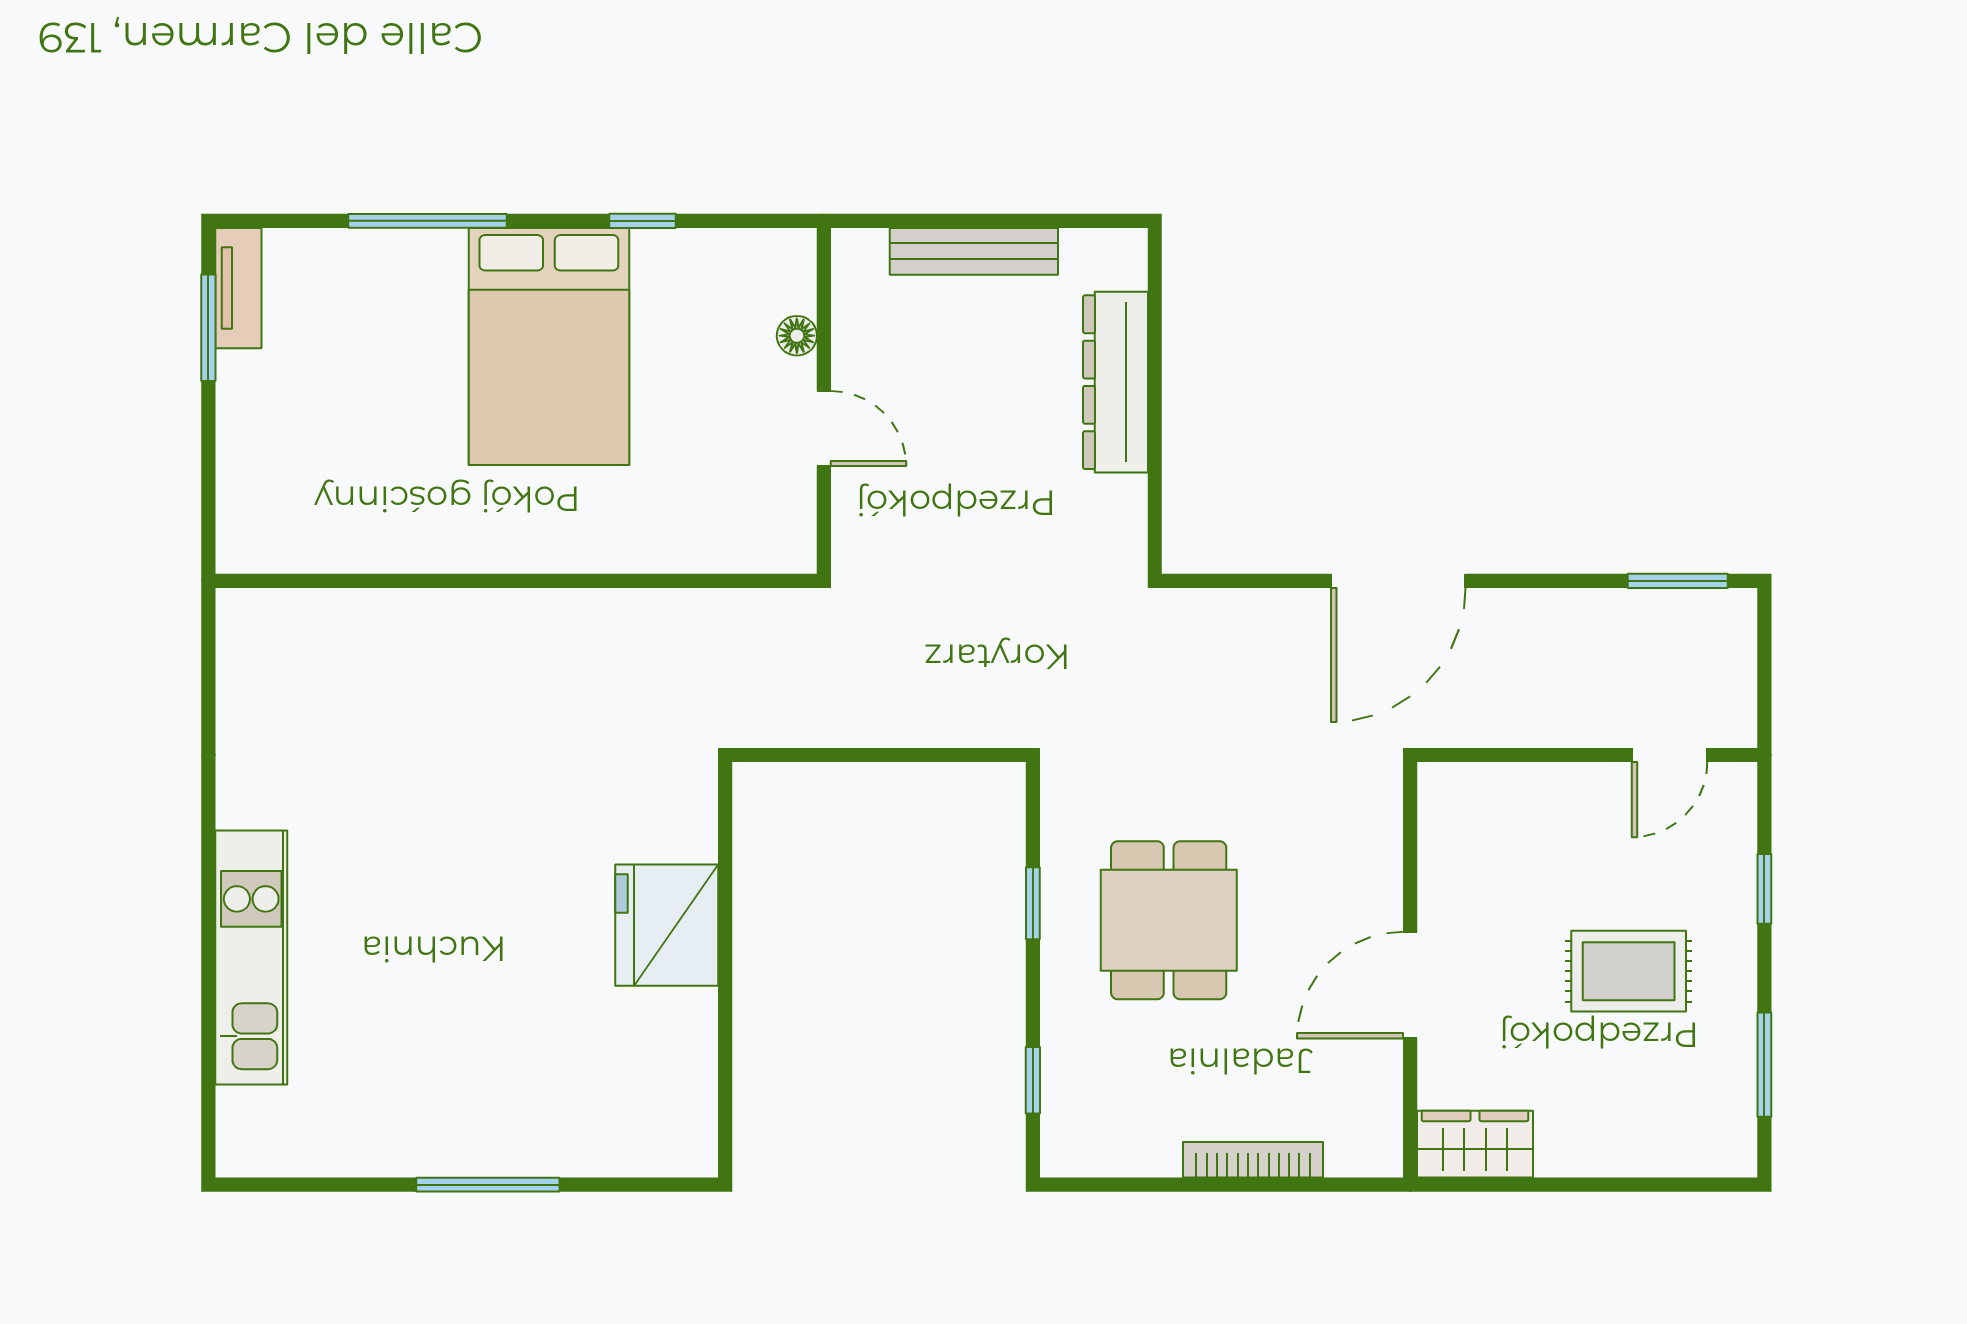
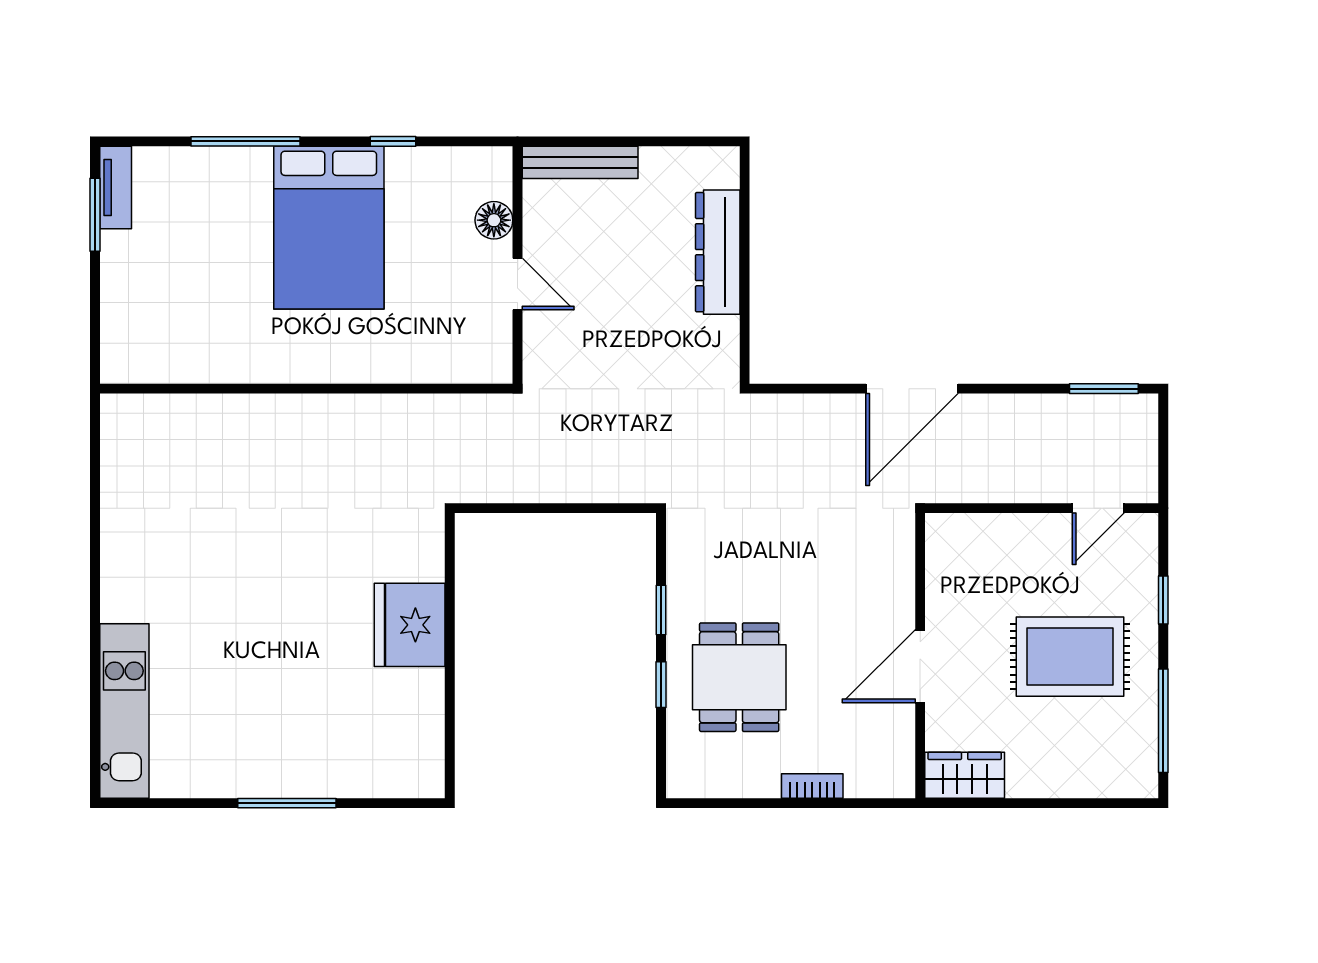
bench: (974, 251) -> (580, 162), moved
floor lamp: (797, 336) -> (494, 220), width x1.37, depth x1.37
dining table: (1169, 920) -> (739, 677), moved
kitchen unit: (251, 957) -> (124, 711), moved
rug: (1629, 971) -> (1070, 657), width x1.36, depth x1.43
window: (1764, 1065) -> (1163, 721), width x1.44
window: (1033, 1080) -> (661, 685), moved
bookcase: (1253, 1160) -> (812, 786), width x0.64

